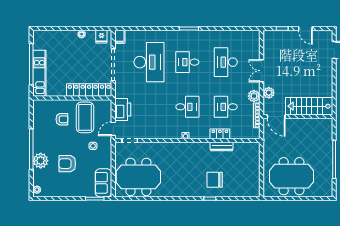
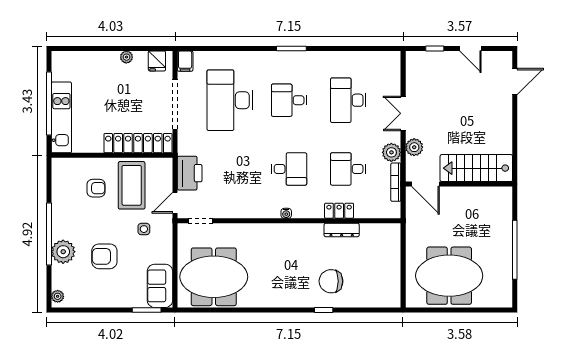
desk: (149, 62) -> (230, 100), turned 180

